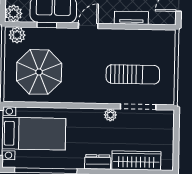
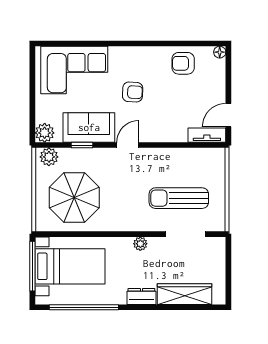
tv unit: (131, 18) -> (207, 135), moved
sun lounger: (133, 74) -> (179, 198), turned 180
plant: (110, 115) -> (140, 244), moved

